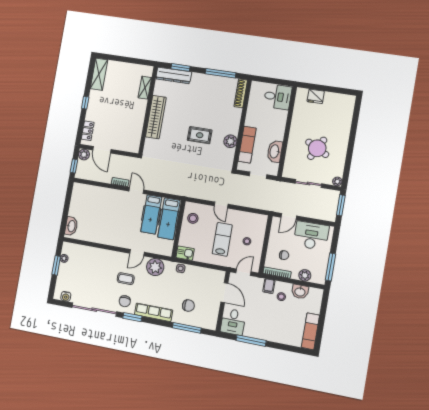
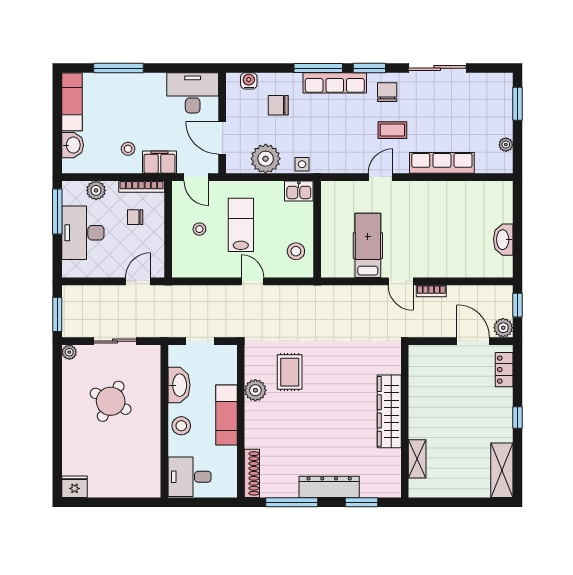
dresser: (174, 75) -> (329, 487), moved
fridge: (316, 96) -> (74, 487), moved
stool: (277, 127) -> (181, 426), added
rug: (200, 135) -> (290, 372), moved, turned 90
exam couch: (247, 145) -> (226, 415), moved
hospital bed: (169, 219) -> (336, 243), removed
washbasin: (71, 226) -> (503, 240), moved
desk: (311, 236) -> (83, 233), moved, turned 90
lab bench: (222, 239) -> (241, 225), turned 180
row of seats: (101, 254) -> (442, 163), added
window: (56, 265) -> (517, 104), moved
plant: (155, 267) -> (266, 159), moved
door: (244, 272) -> (196, 177), hinge flipped
filing cabinet: (269, 286) -> (159, 162), width x2.00
washbasin: (300, 292) -> (73, 145), moved, turned 90
water cooler: (66, 296) -> (249, 81), moved
sliding door: (94, 310) -> (437, 68), width x0.73
desk: (233, 322) -> (193, 93), width x1.37
window: (187, 328) -> (318, 68), moved
window: (251, 341) -> (118, 68), moved

